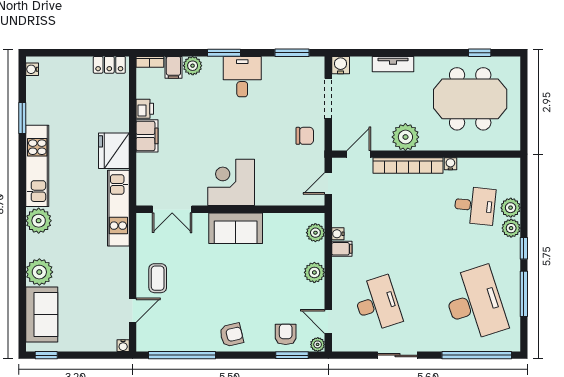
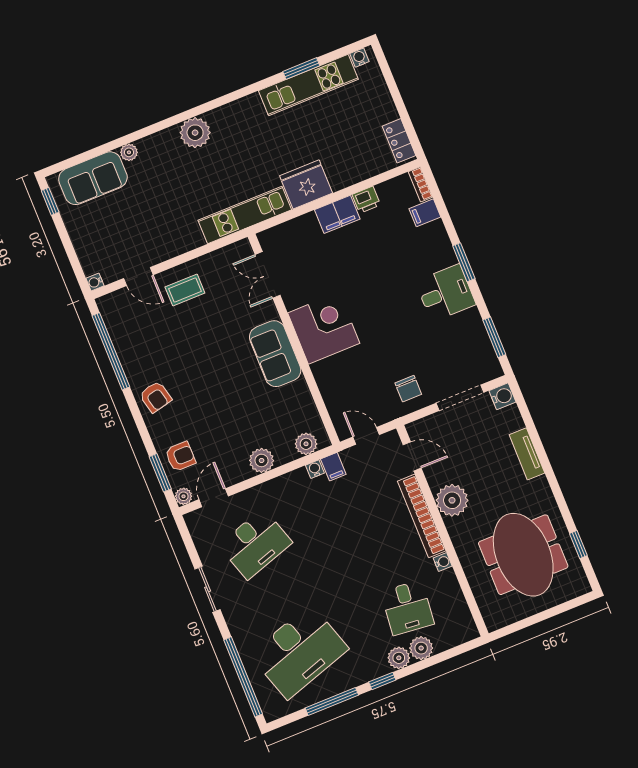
plant: (193, 66) -> (435, 233), removed
kitchen unit: (37, 166) -> (308, 85), moved
filing cabinet: (342, 249) -> (333, 467), moved
plant: (39, 272) -> (129, 152), width x0.53, depth x0.53

